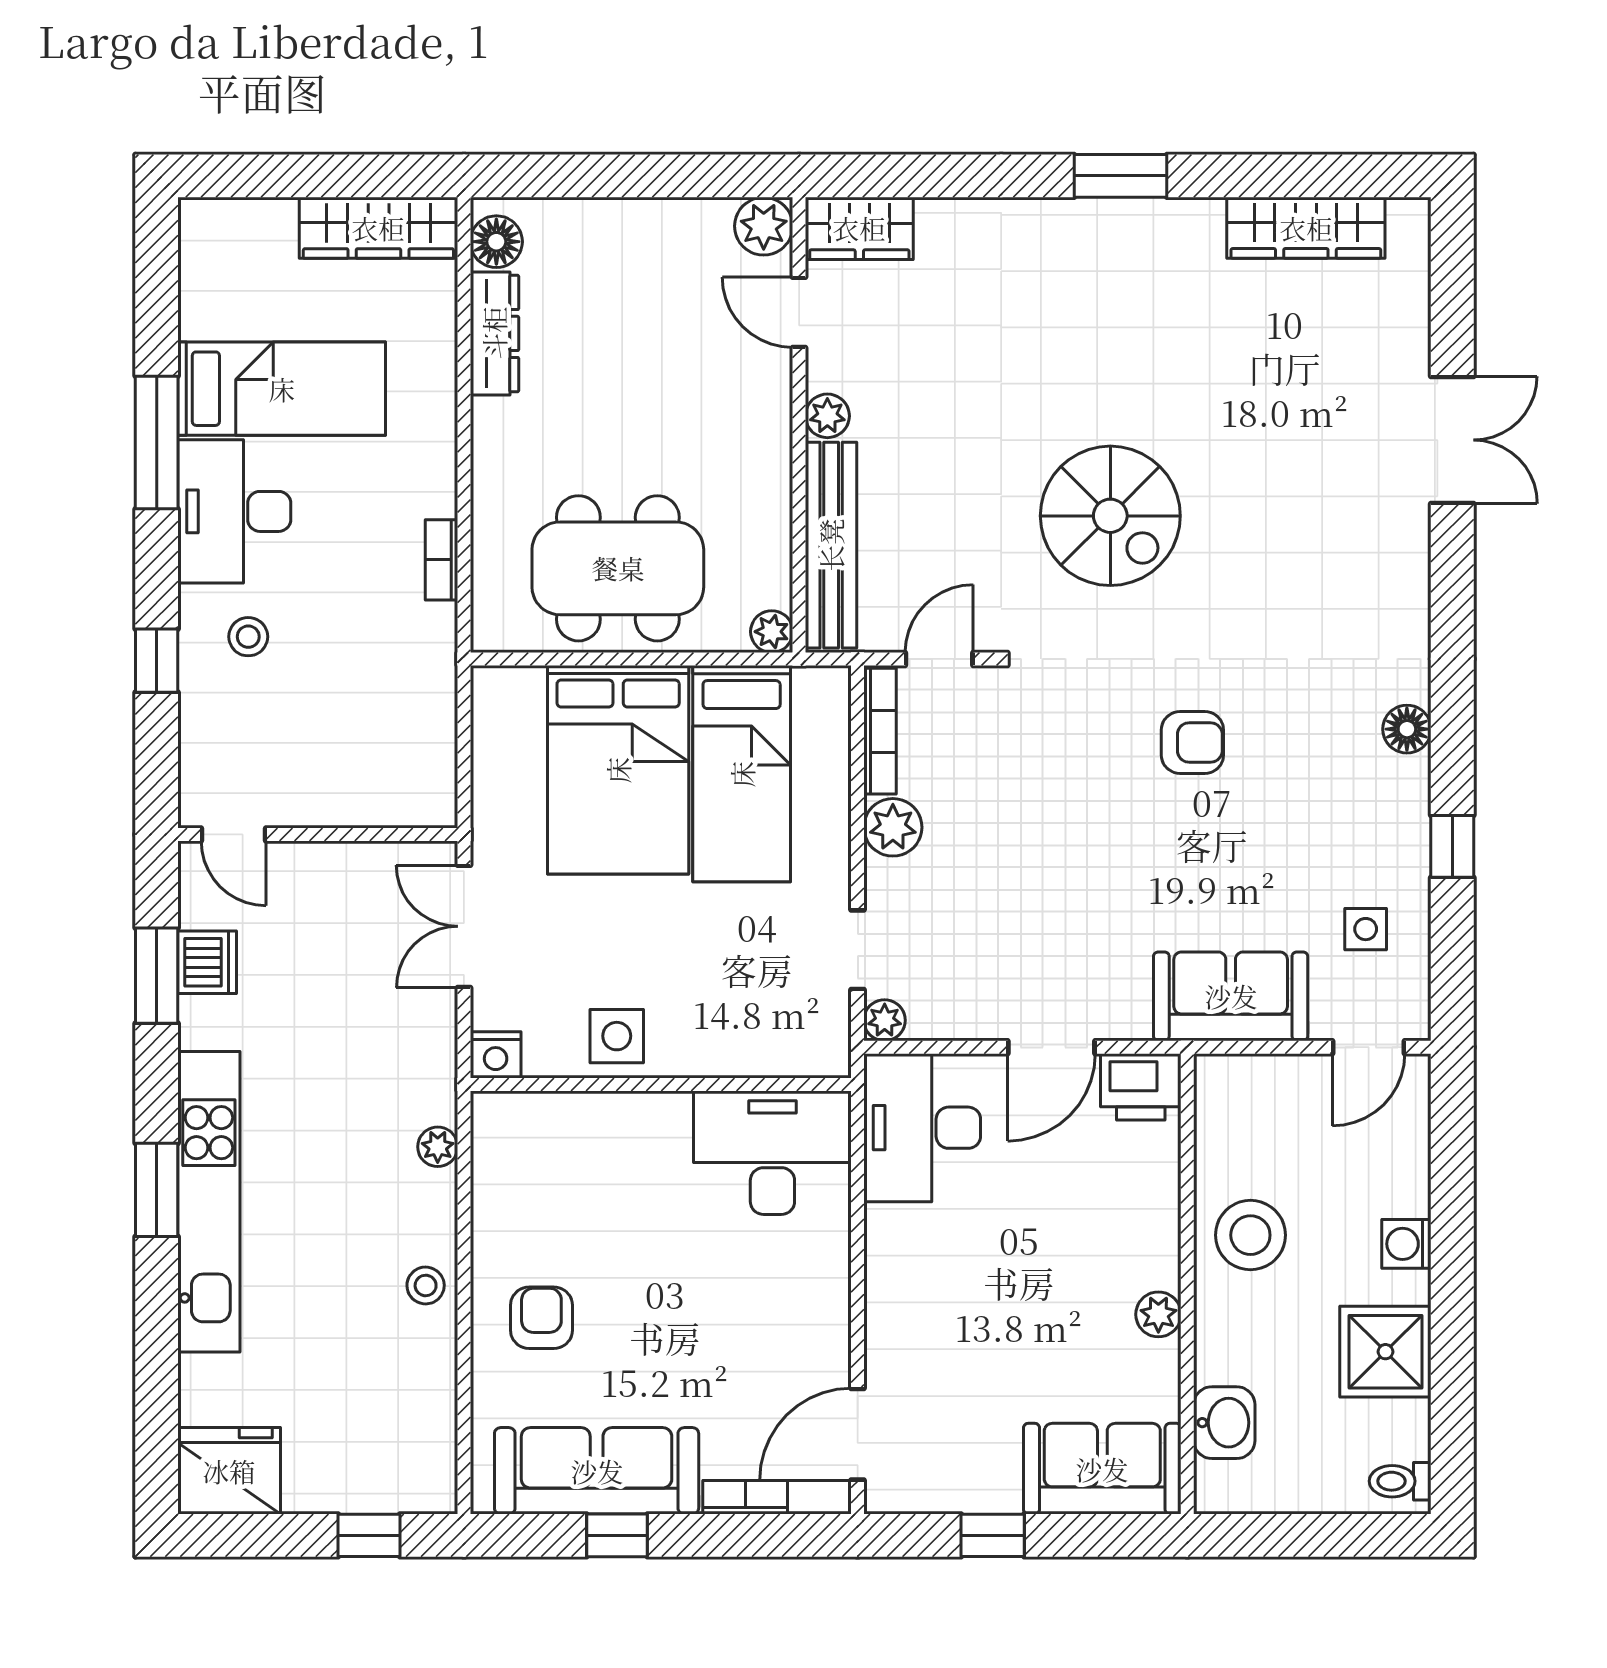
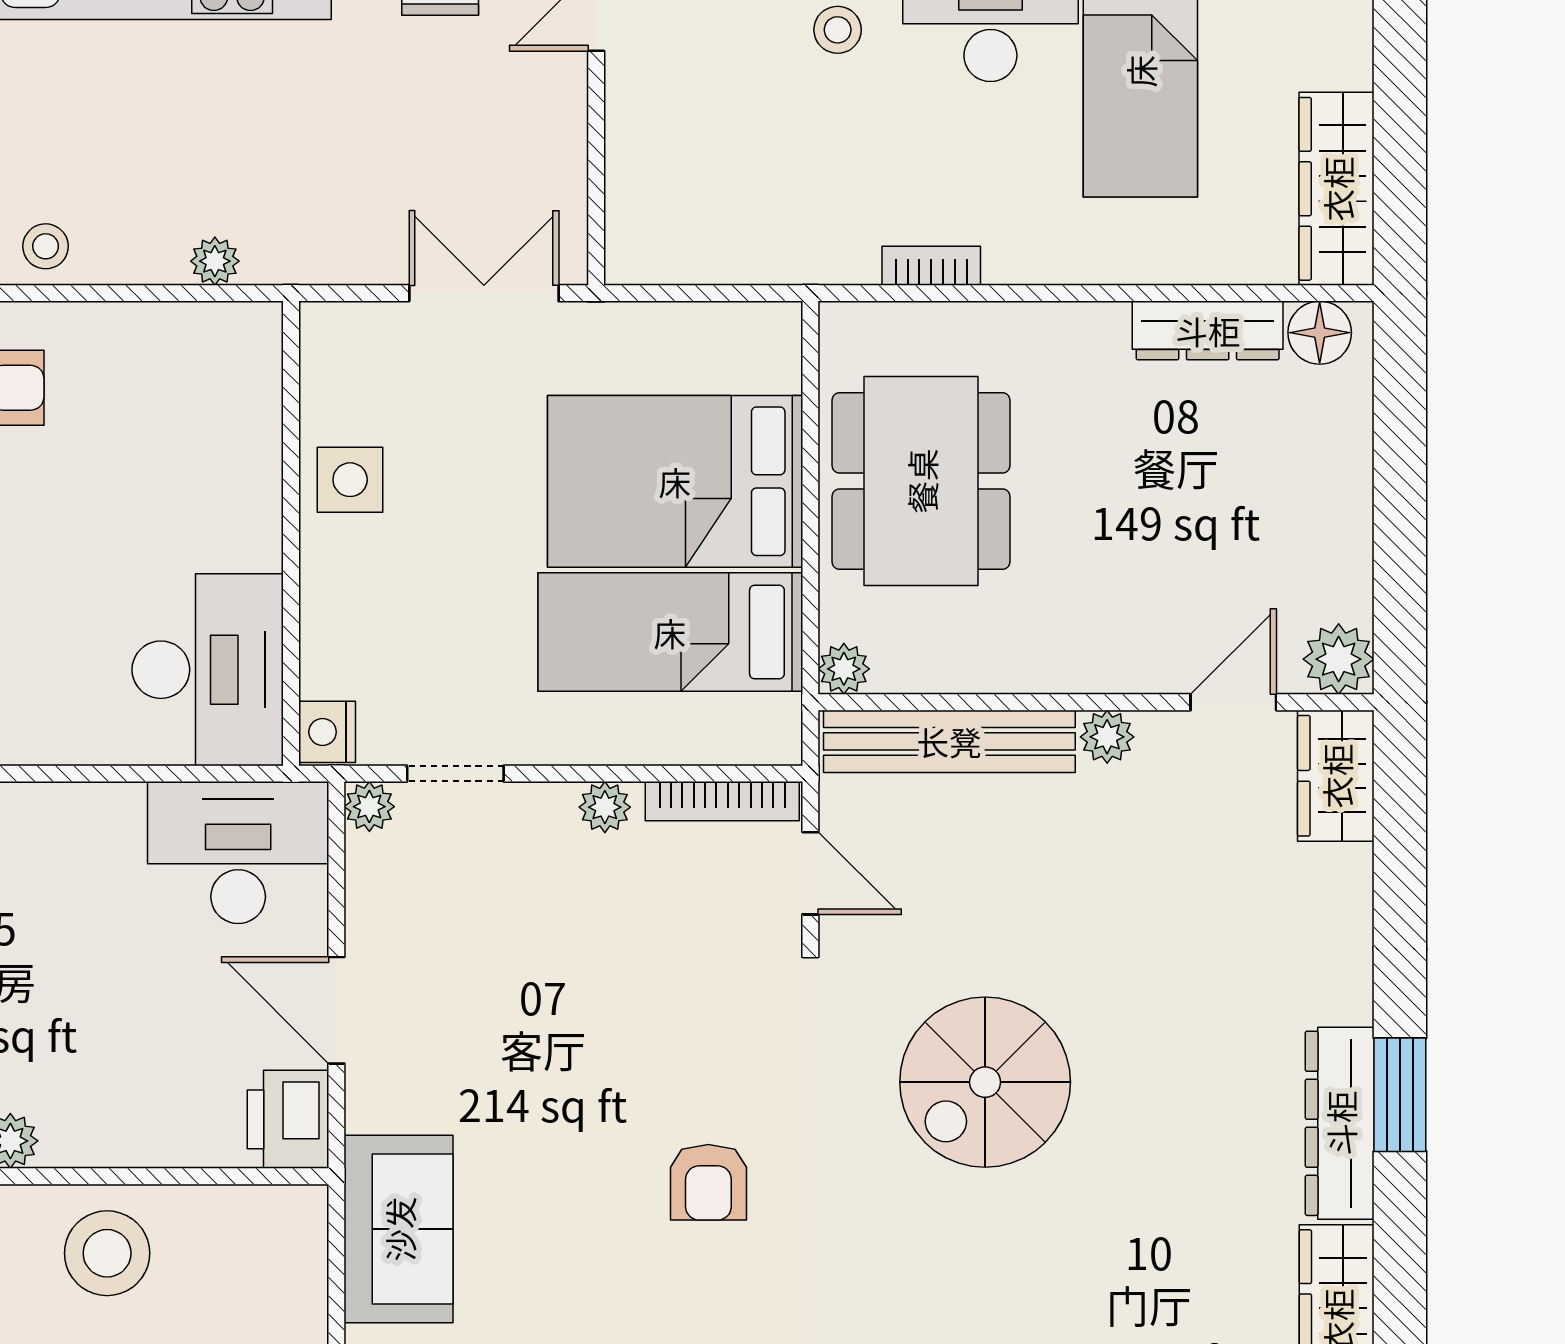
dresser: (1144, 225) -> (1340, 1123), added
plant: (893, 827) -> (605, 807), width x0.73, depth x0.73
nightstand: (496, 1055) -> (327, 732), moved

